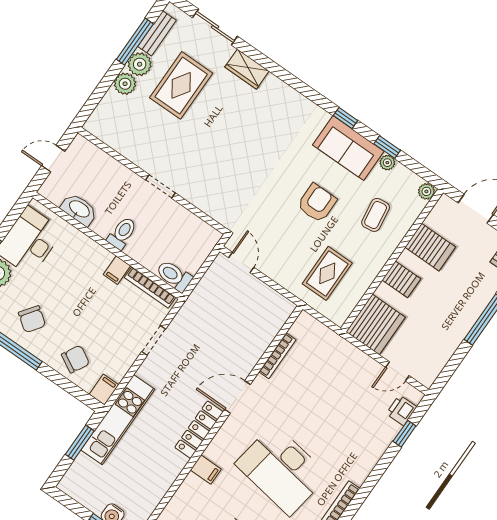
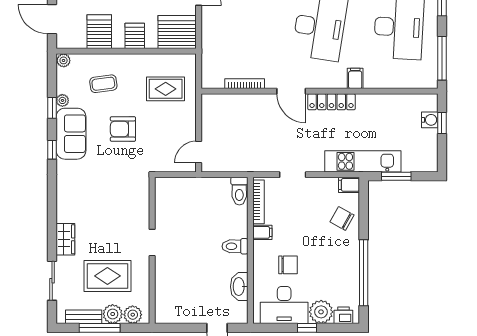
wall: (153, 181) -> (152, 250), moved
doorway: (160, 186) -> (152, 242), moved
chair: (32, 319) -> (288, 265), moved, turned 54

